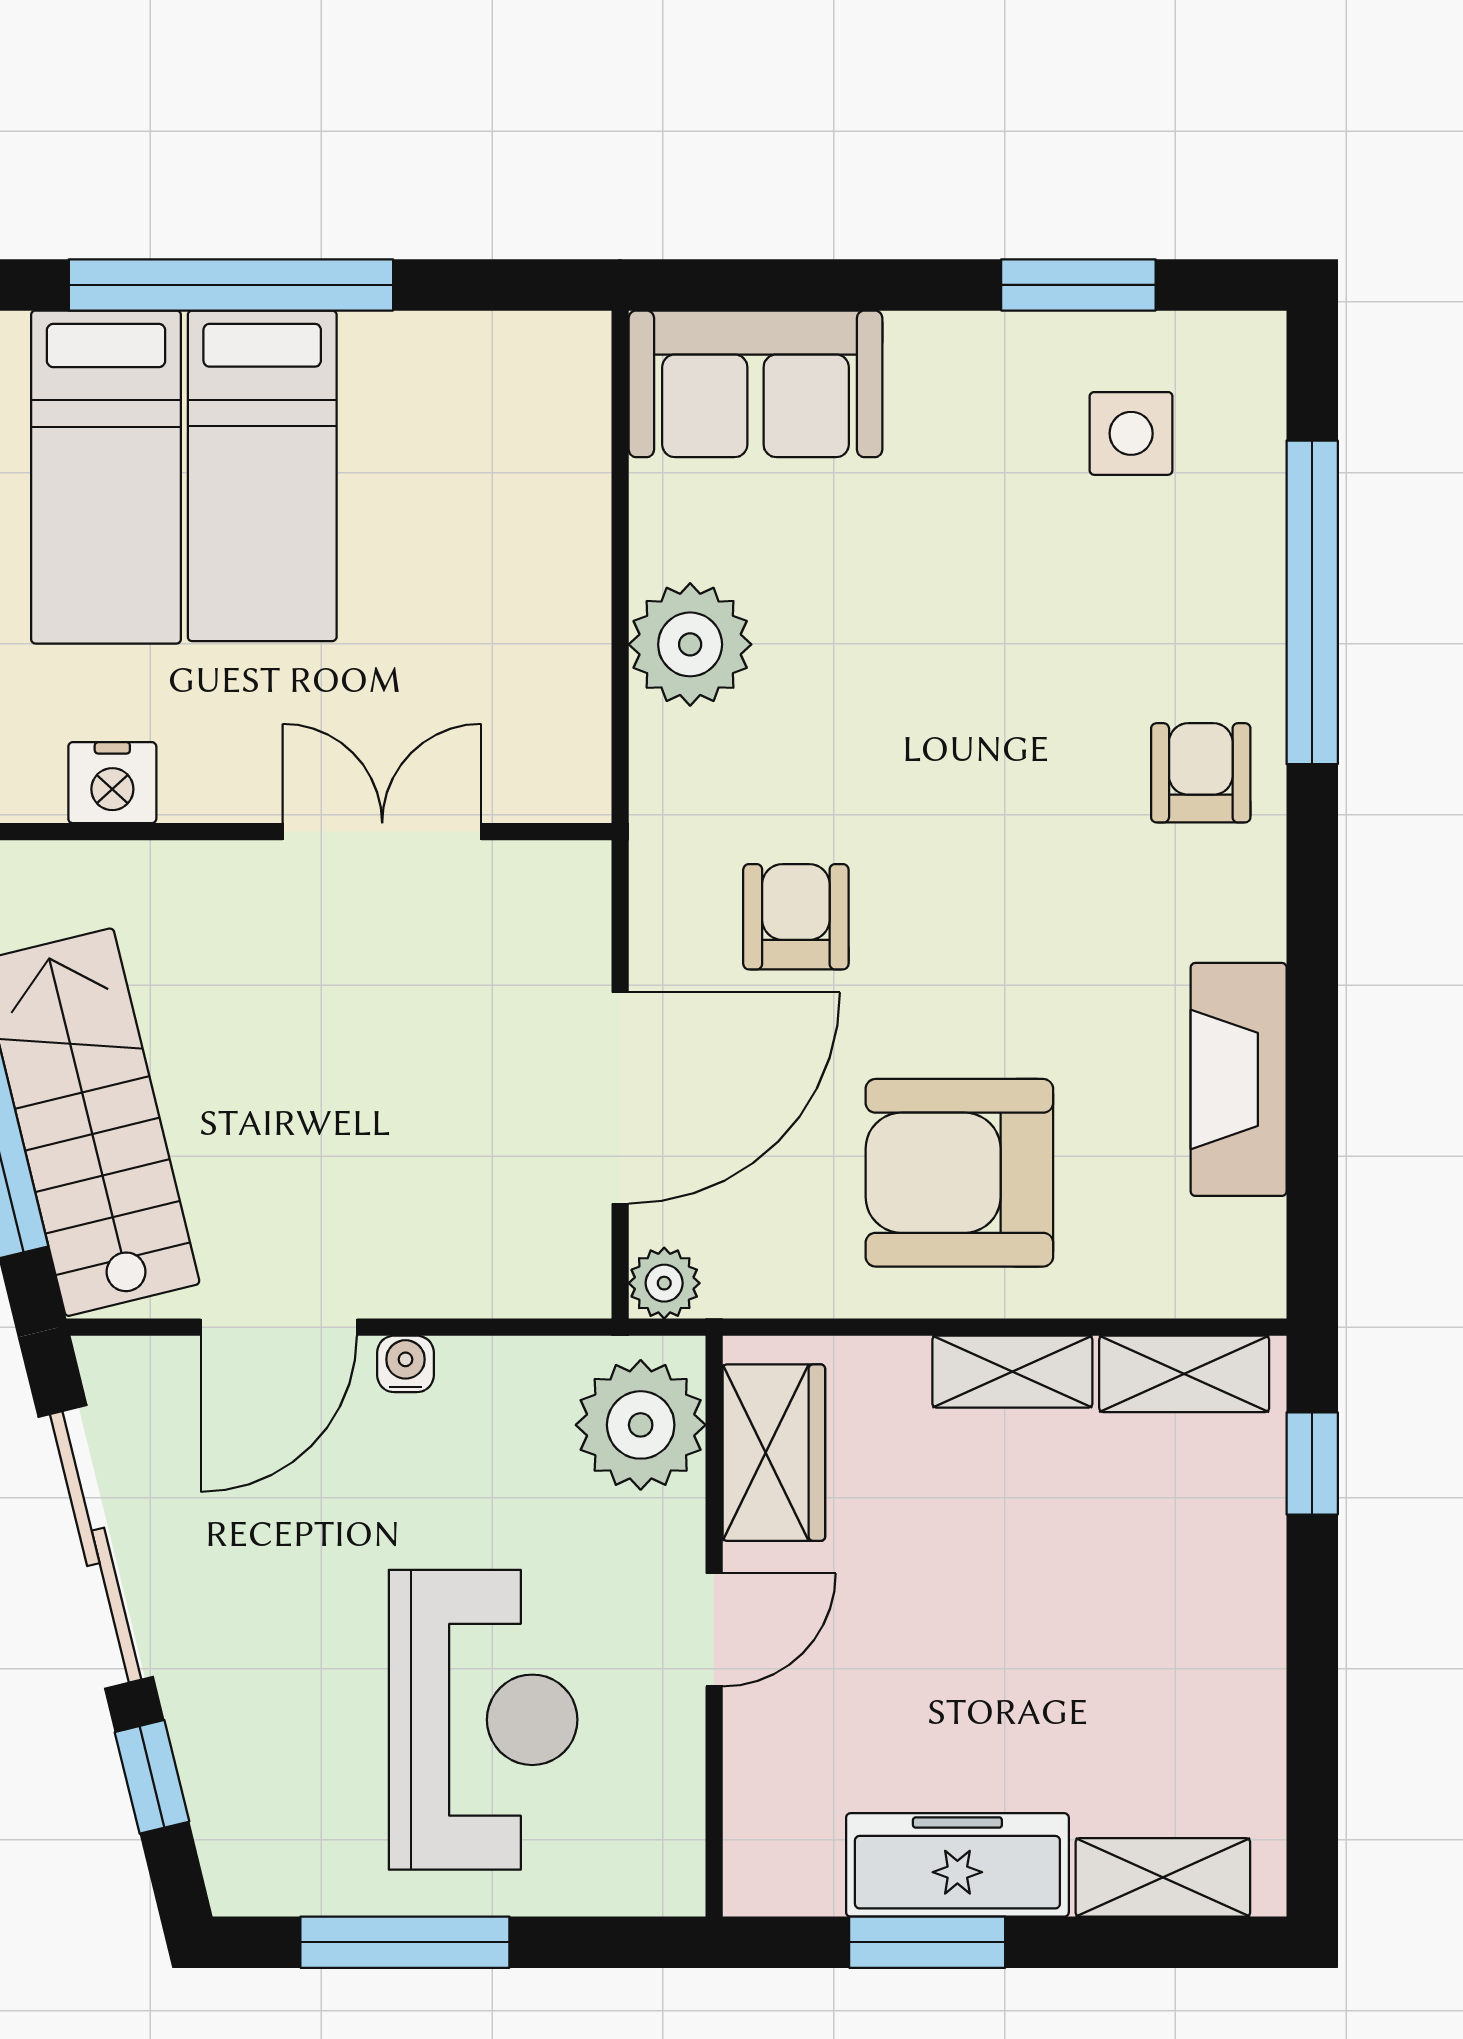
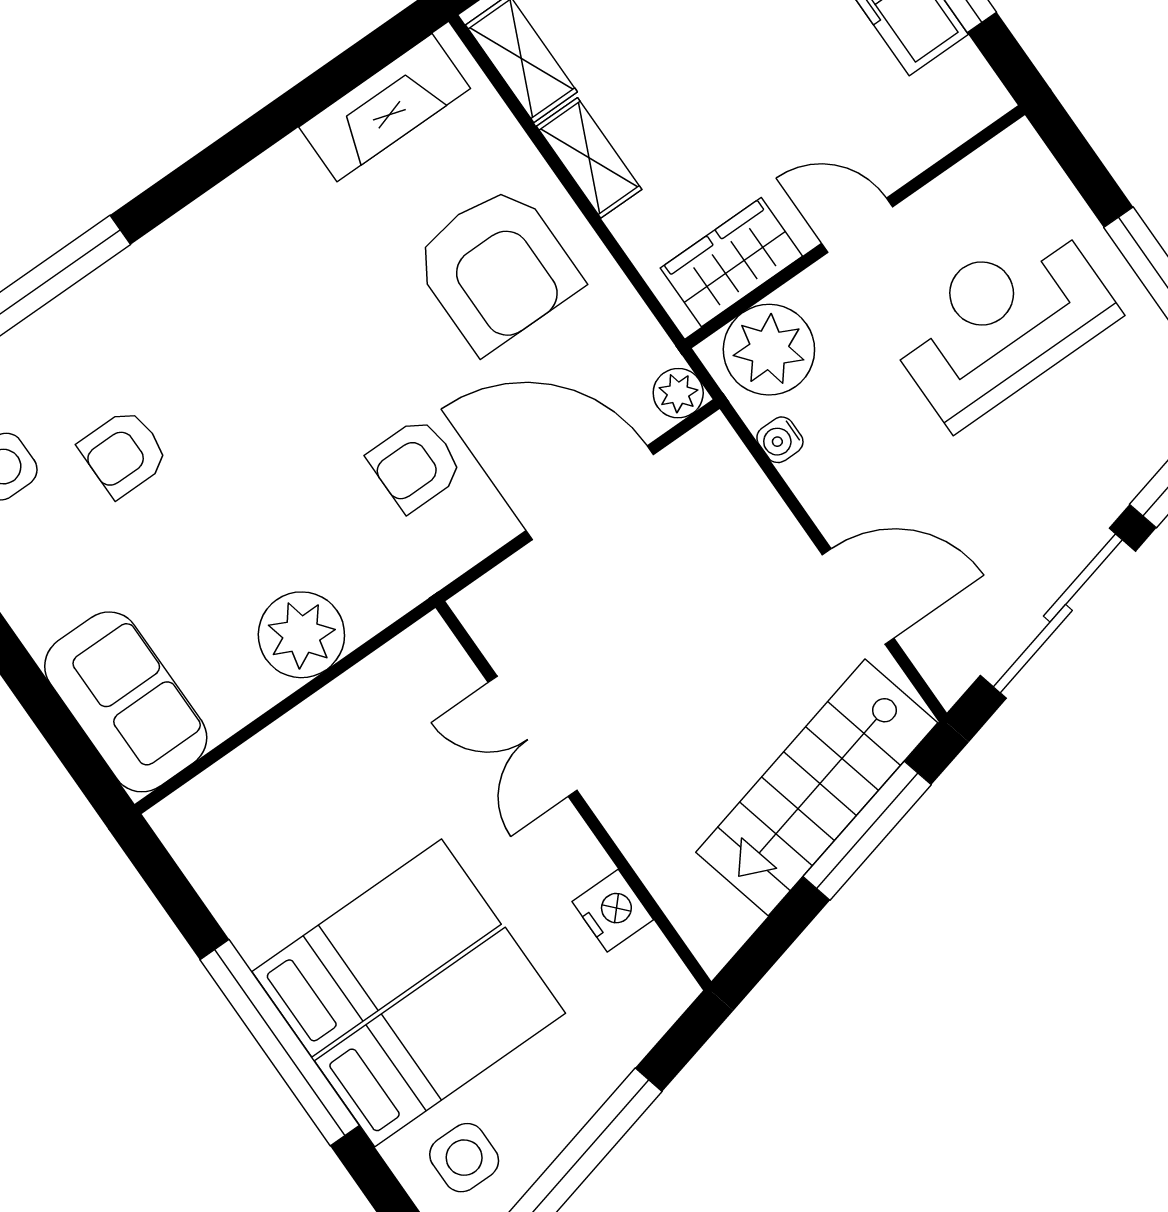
armchair: (1201, 773) -> (124, 453), moved
fireplace: (1239, 1079) -> (385, 108), moved
water cooler: (405, 1364) -> (780, 440), moved

